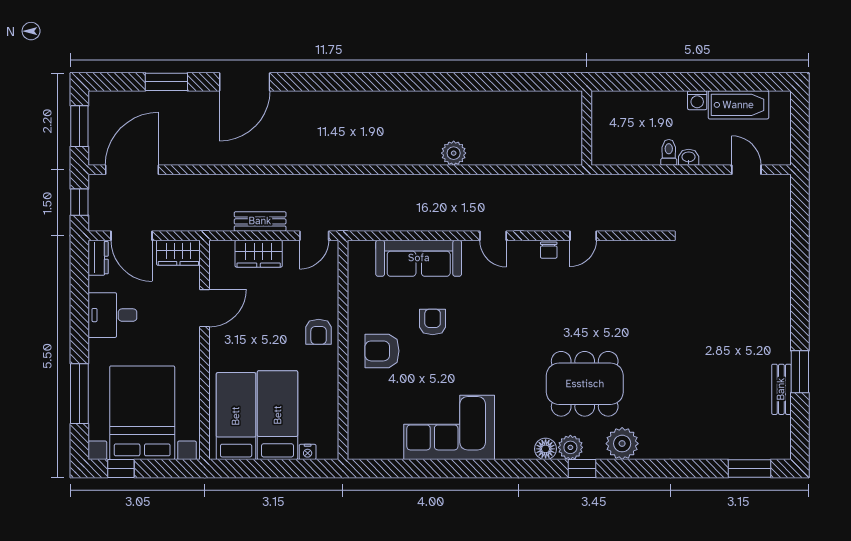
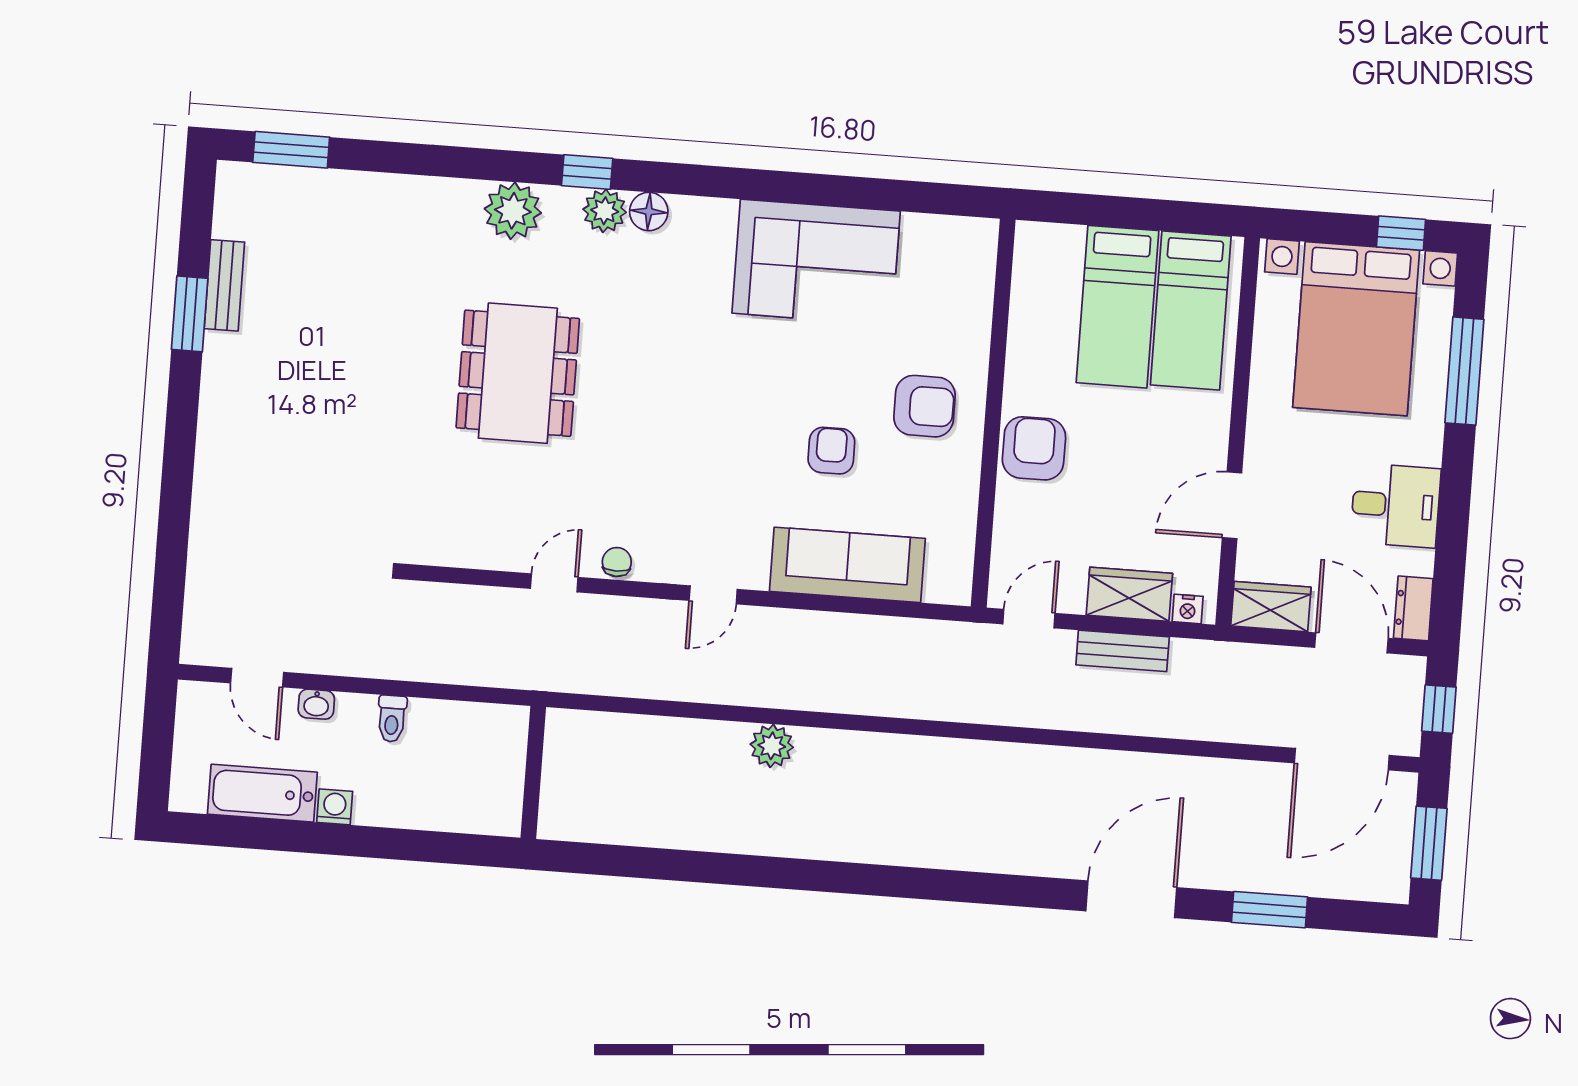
washbasin: (689, 157) -> (316, 704), moved
door: (493, 236) -> (713, 595), swing flipped
armchair: (433, 322) -> (831, 451), turned 180
armchair: (319, 332) -> (1034, 448), width x1.38, depth x1.38
dining table: (585, 384) -> (518, 373), moved, turned 90
nightstand: (308, 452) -> (1188, 609), moved, turned 180

